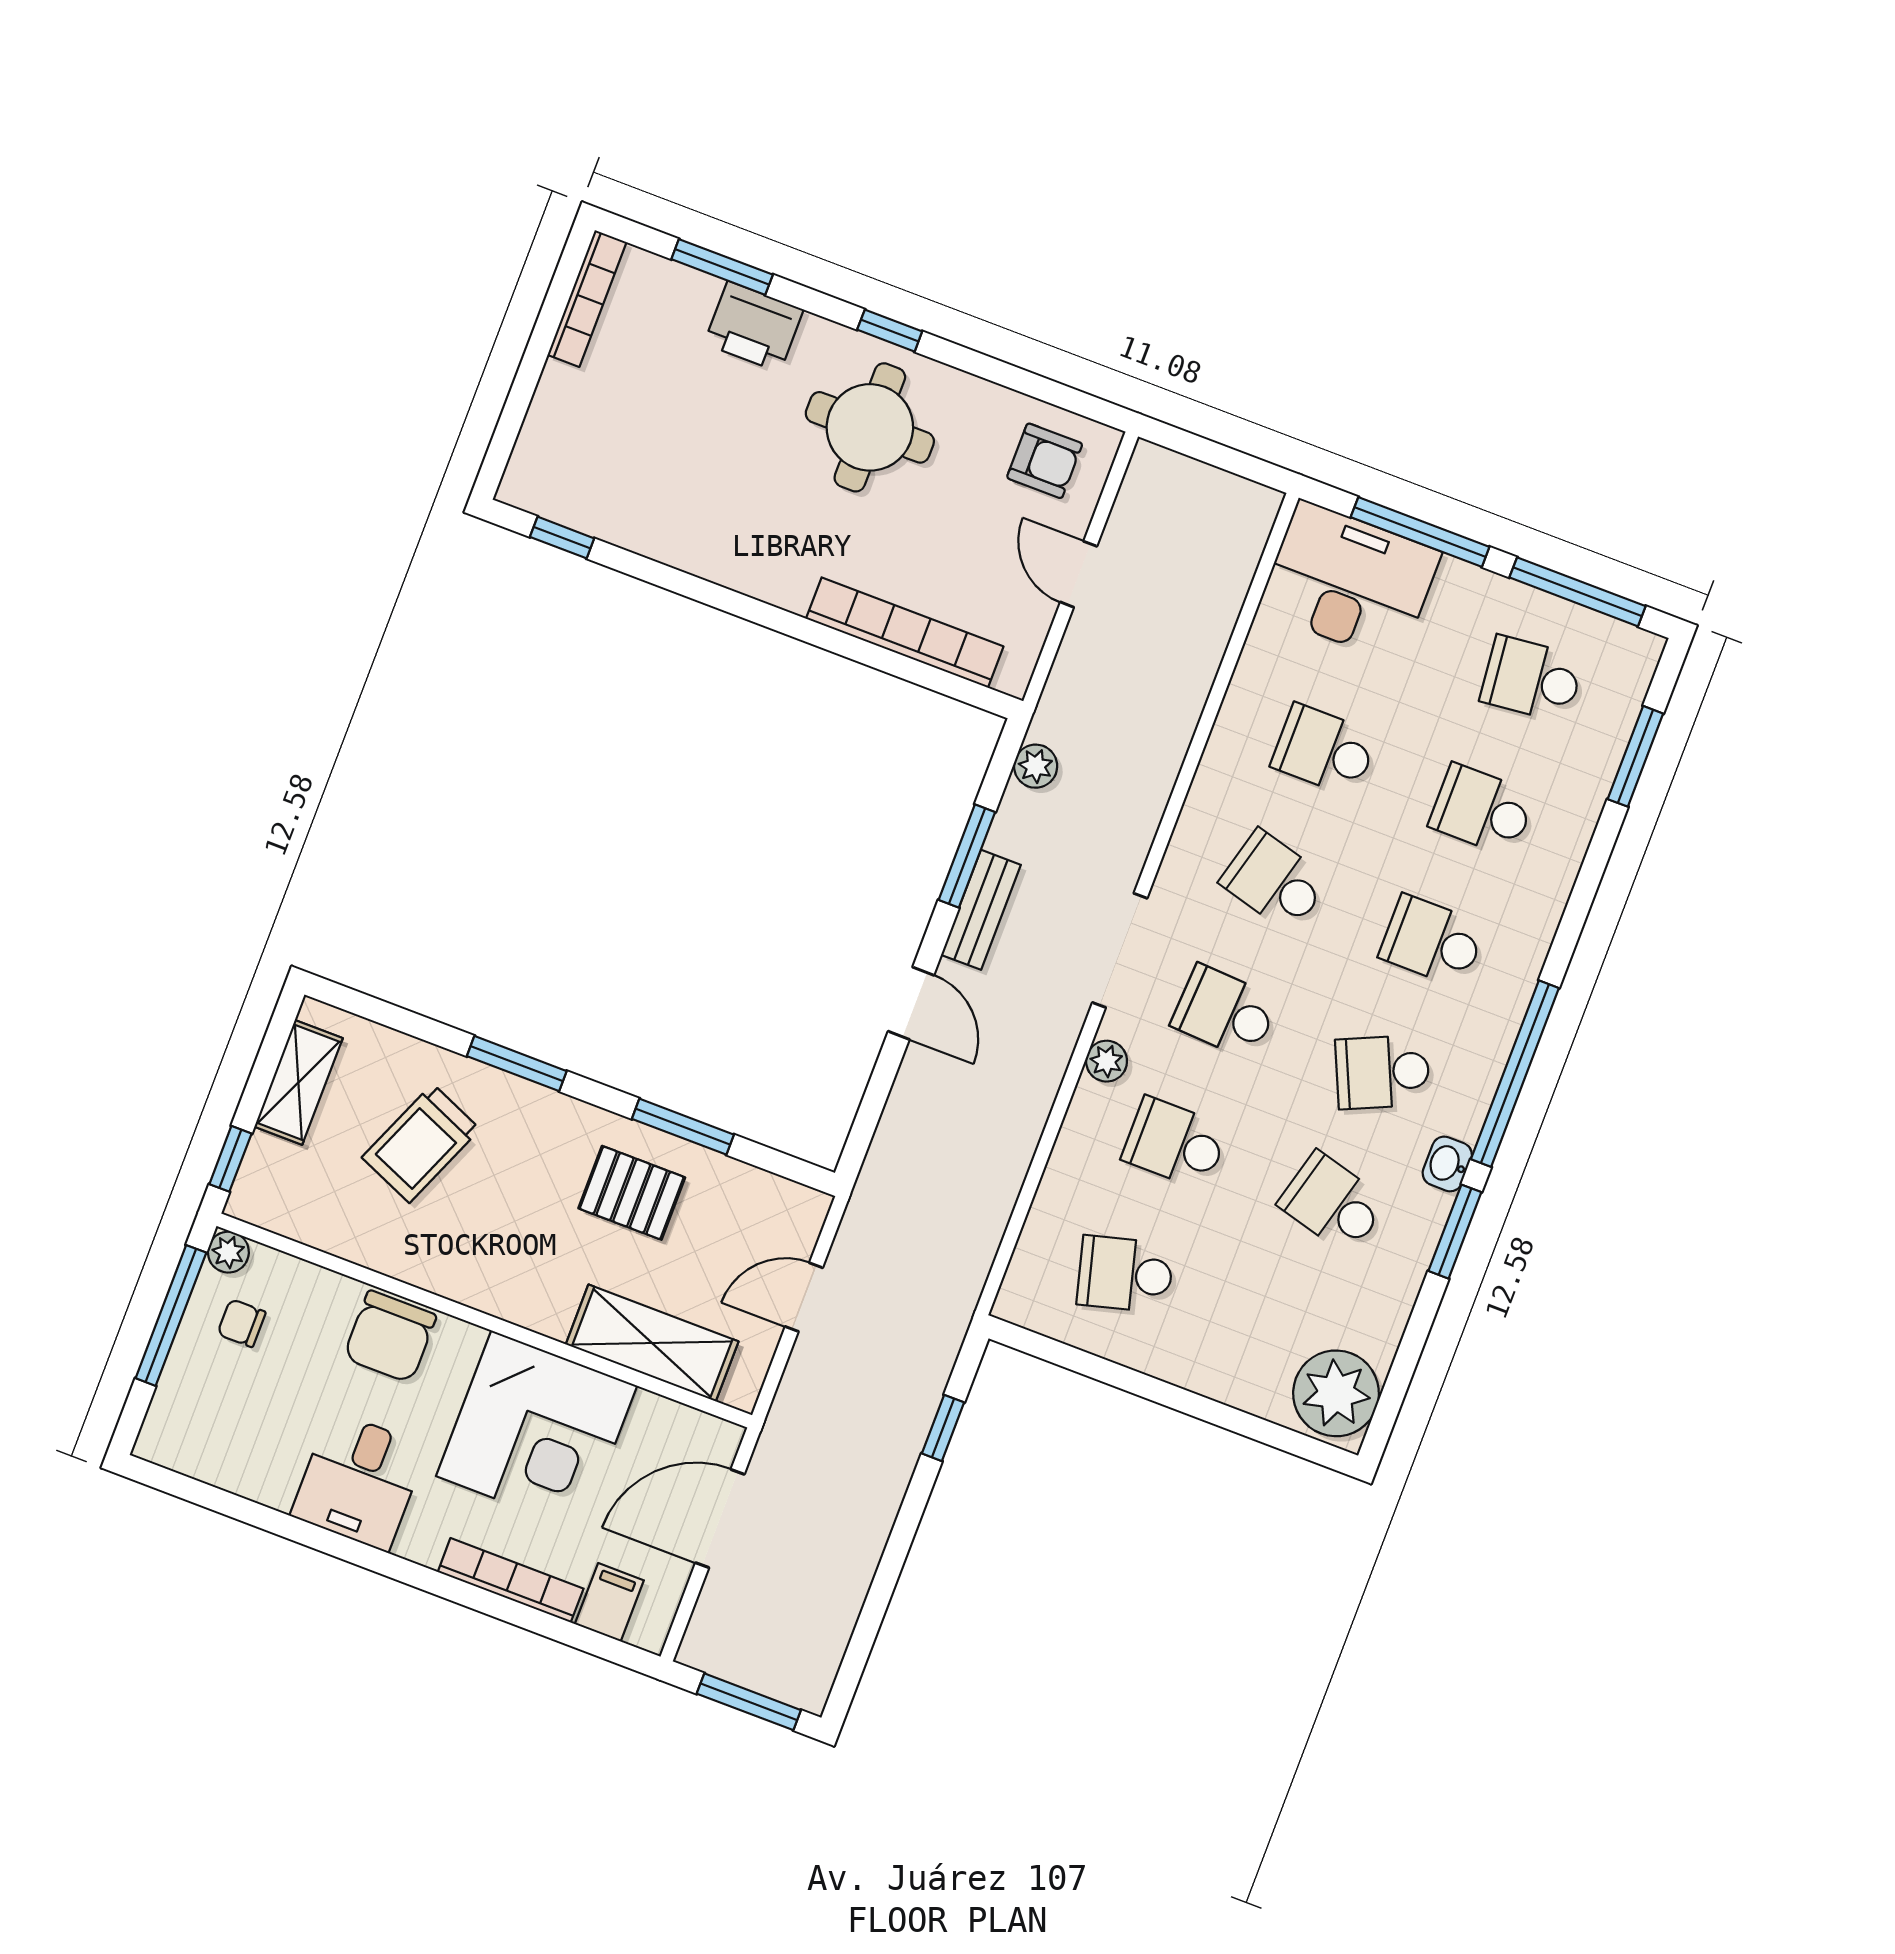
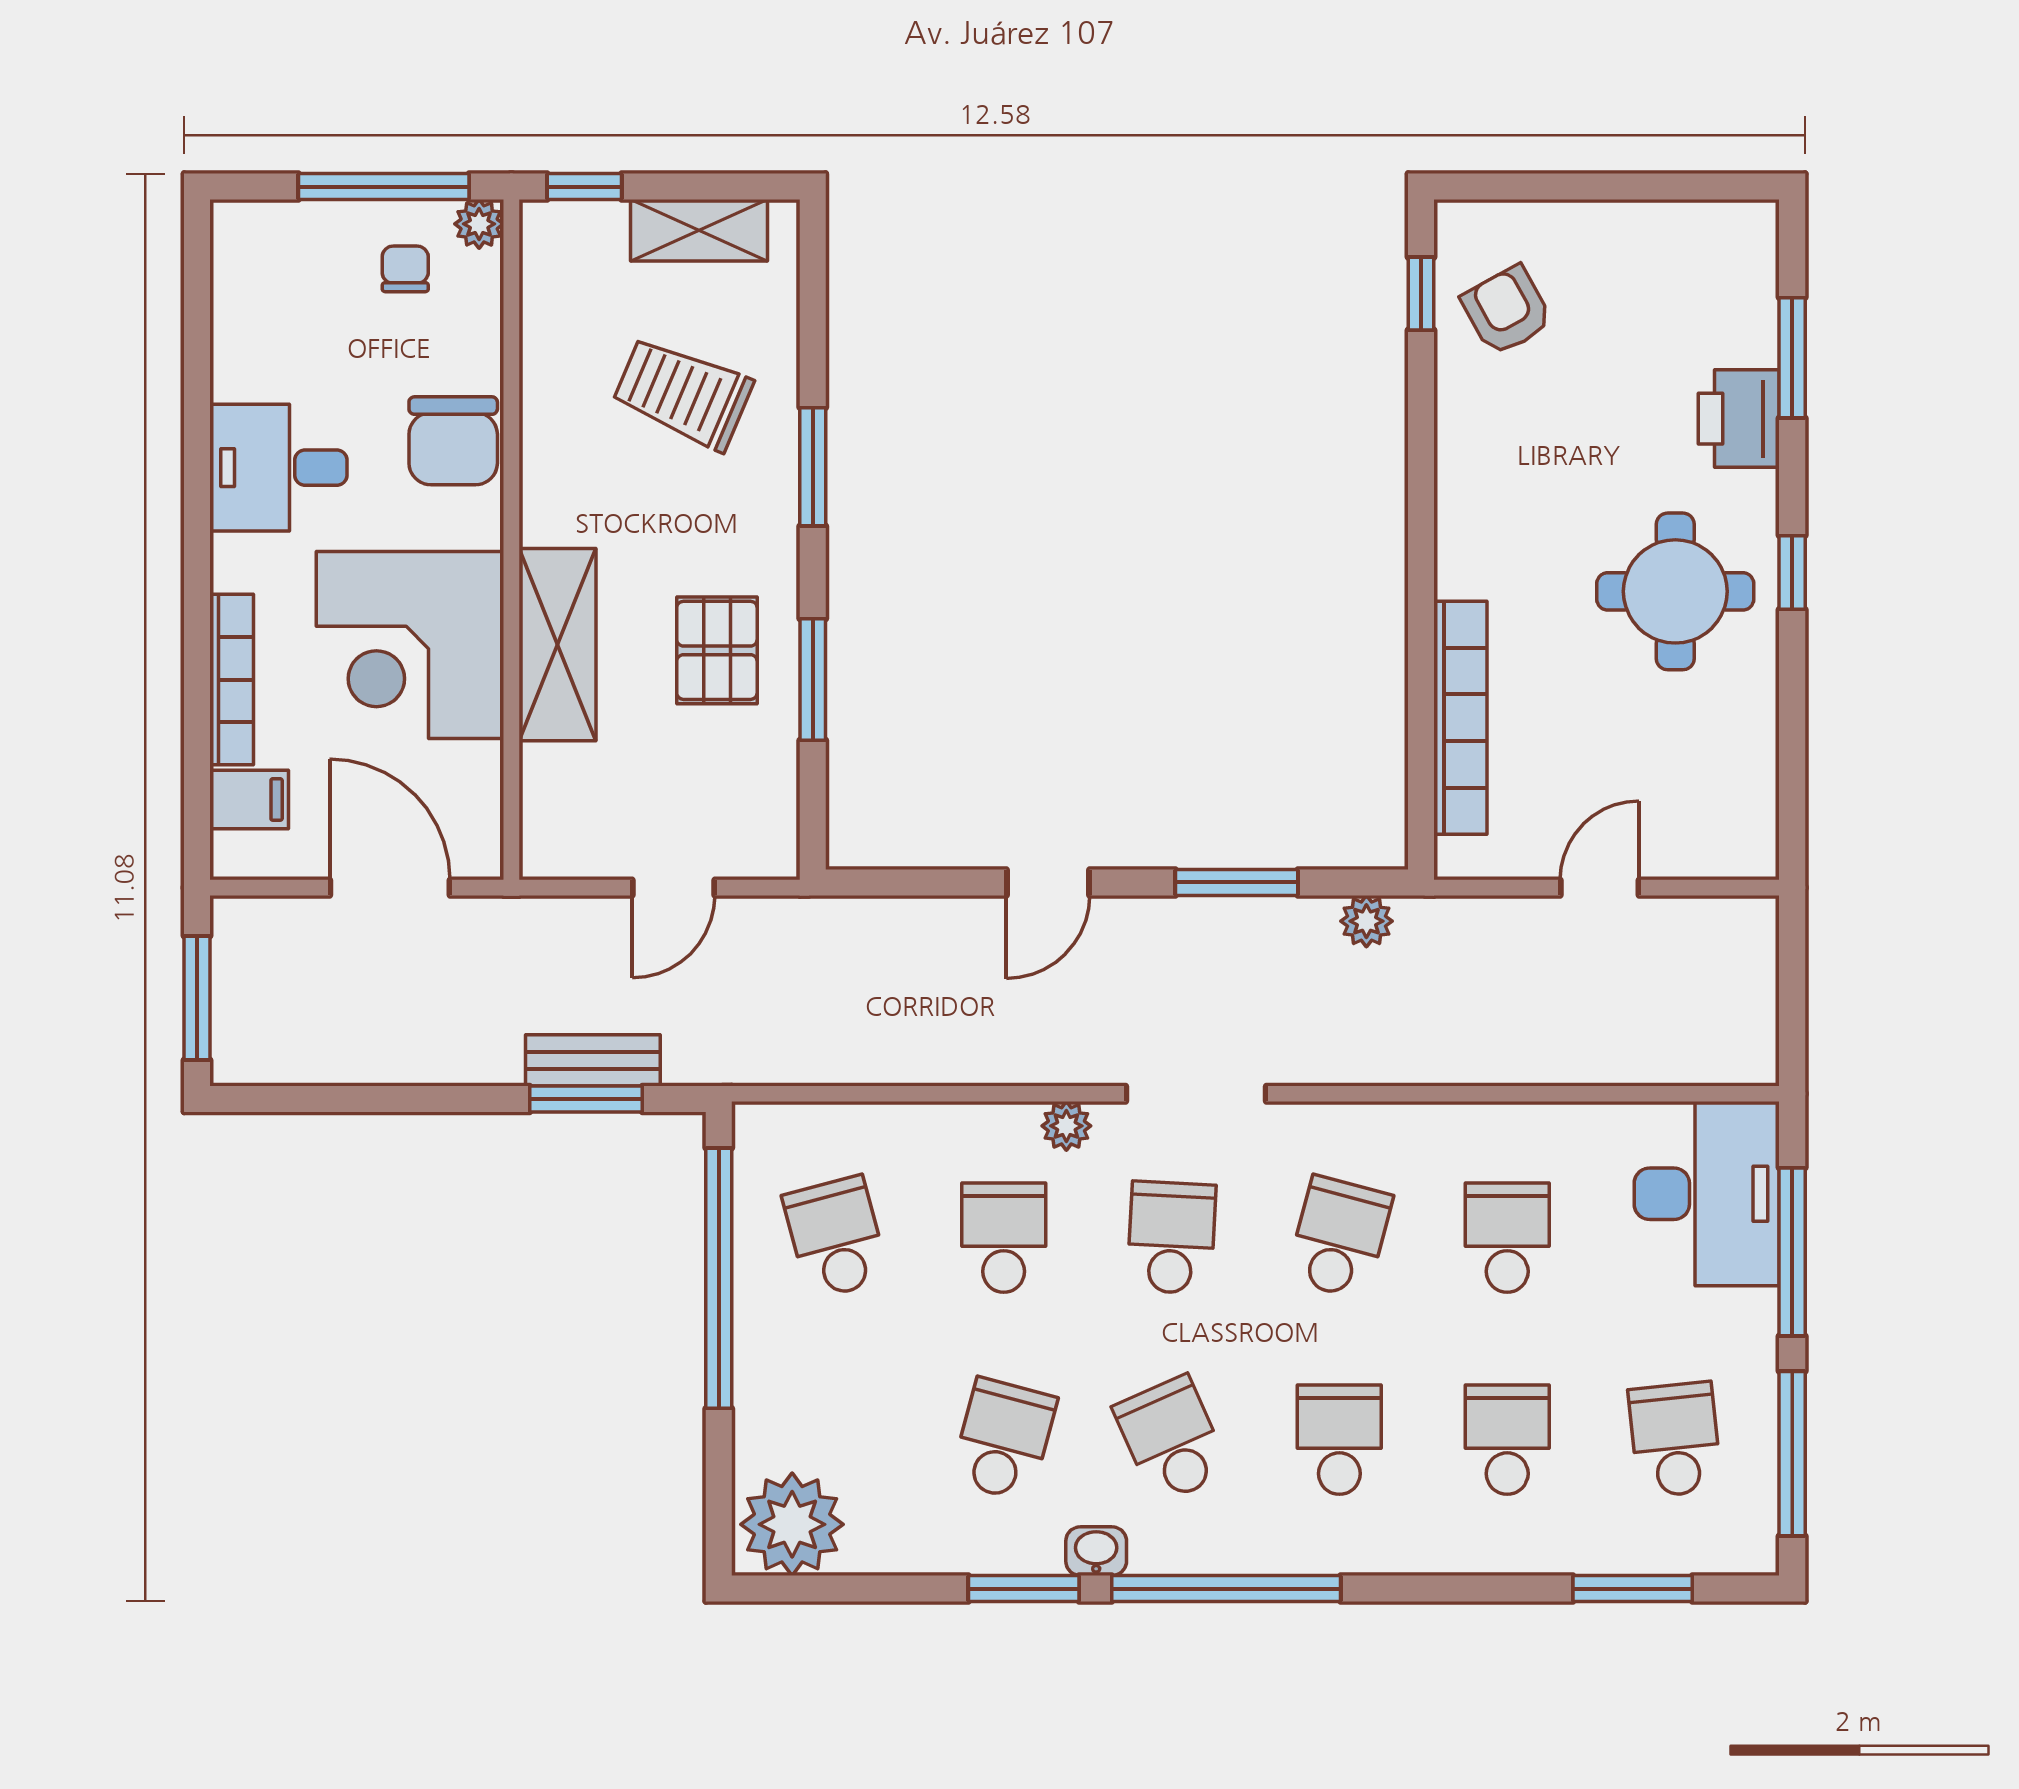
bookcase: (587, 299) -> (1699, 220), removed
armchair: (1045, 461) -> (1507, 311), moved, turned 151
bench: (981, 910) -> (593, 1060), moved
door: (804, 1297) -> (673, 888), swing flipped
chair: (390, 1337) -> (453, 441), turned -90
shelving: (652, 1343) -> (558, 645), moved
window: (1122, 1378) -> (719, 1278), added
window: (943, 1428) -> (586, 1099), width x1.50

